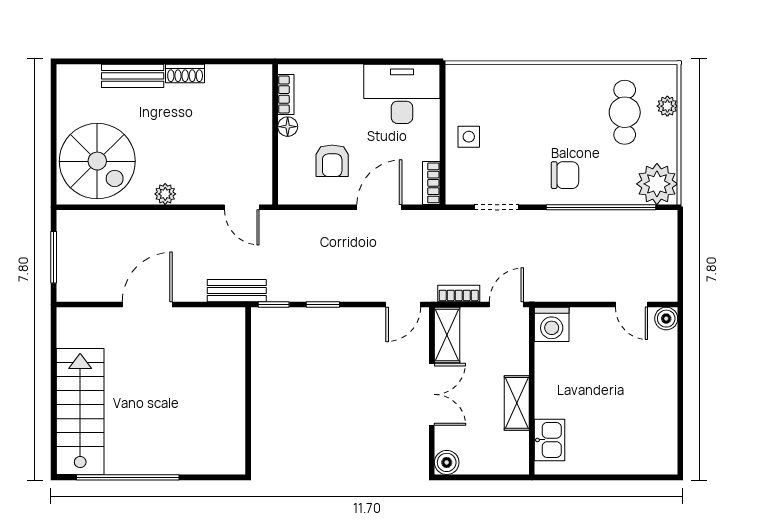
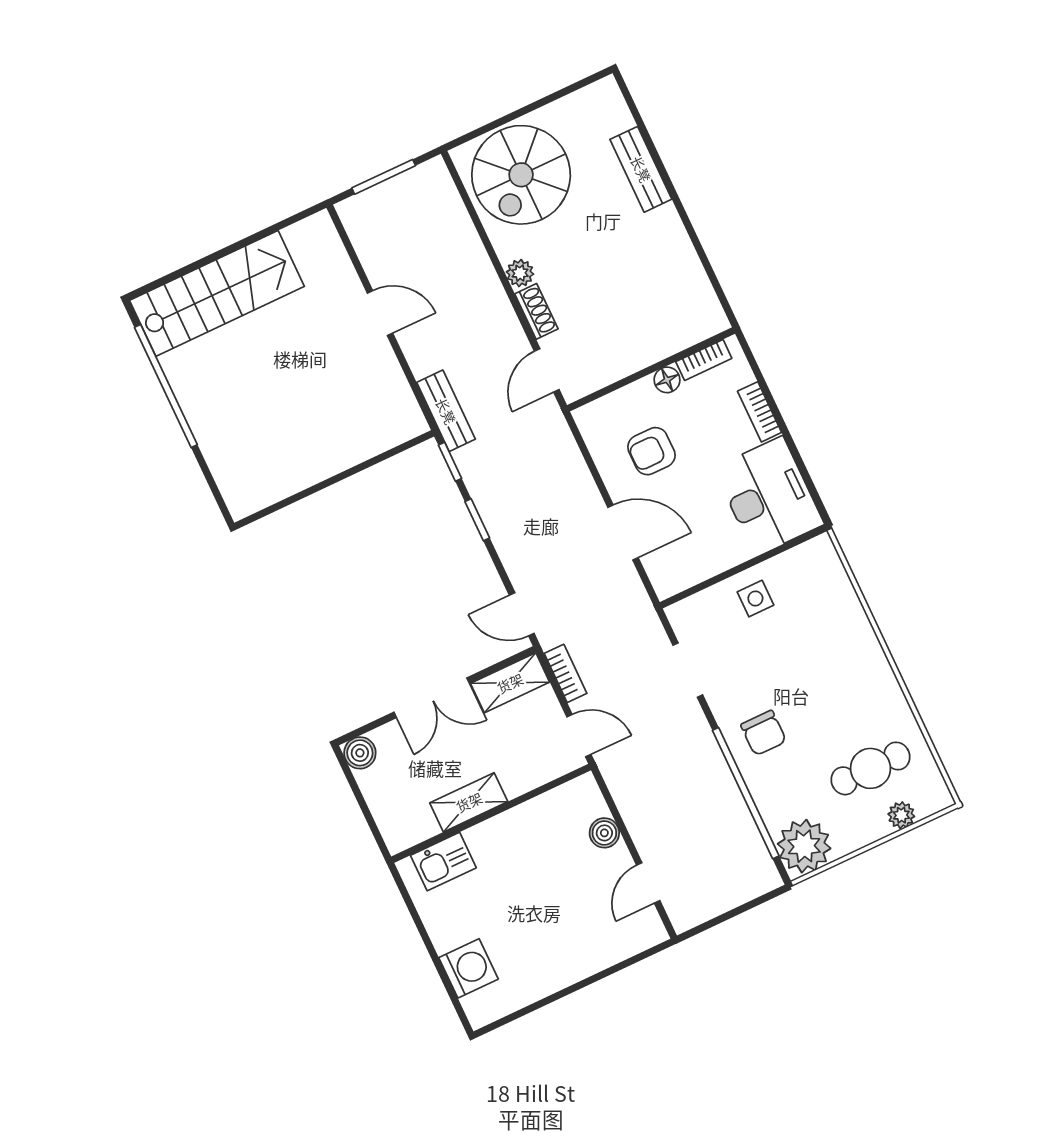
shoe rack: (185, 73) -> (536, 311), moved, turned 180
bookcase: (431, 183) -> (760, 412), moved, turned -90
door: (147, 304) -> (380, 313), width x0.73
boiler: (666, 319) -> (604, 833), moved
washing machine: (552, 324) -> (468, 968), moved, turned 180

